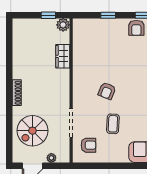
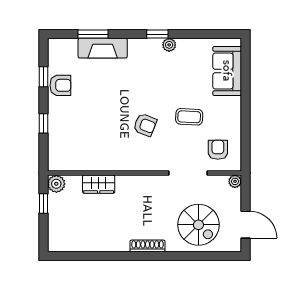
plant: (51, 158) -> (235, 181), moved

